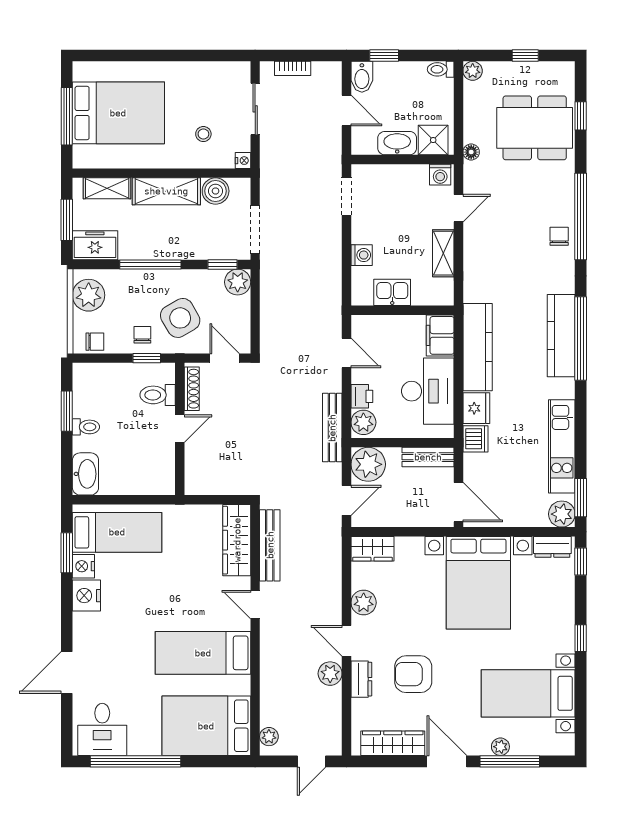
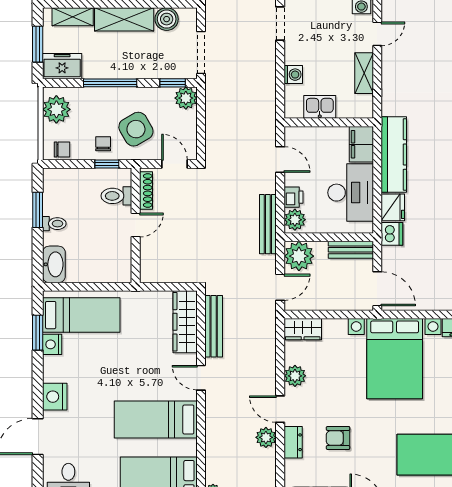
nightstand: (86, 596) -> (55, 397), moved
armchair: (413, 674) -> (338, 438), width x0.72, depth x0.72

